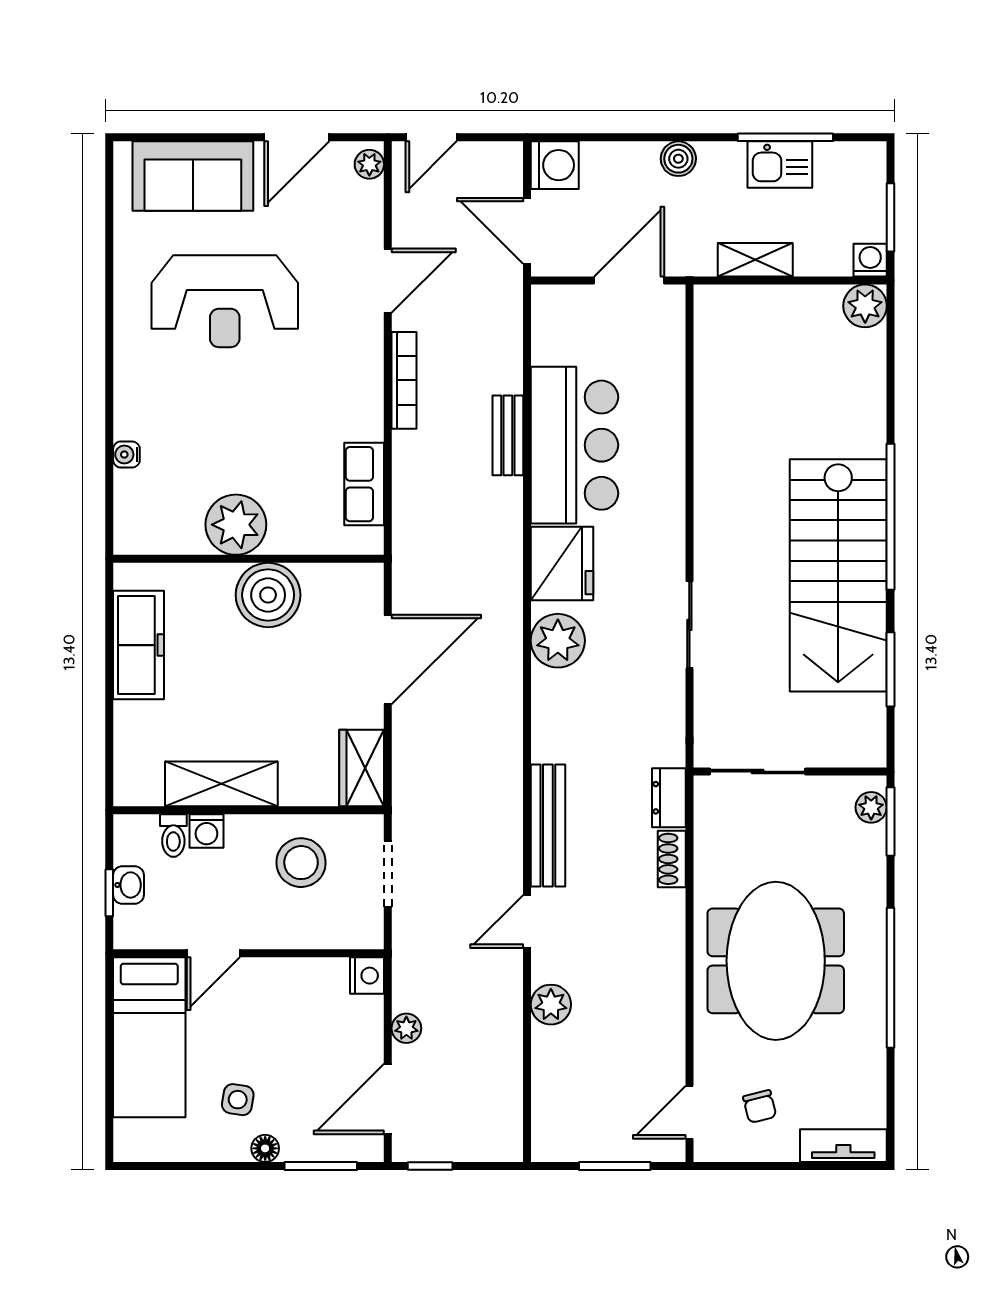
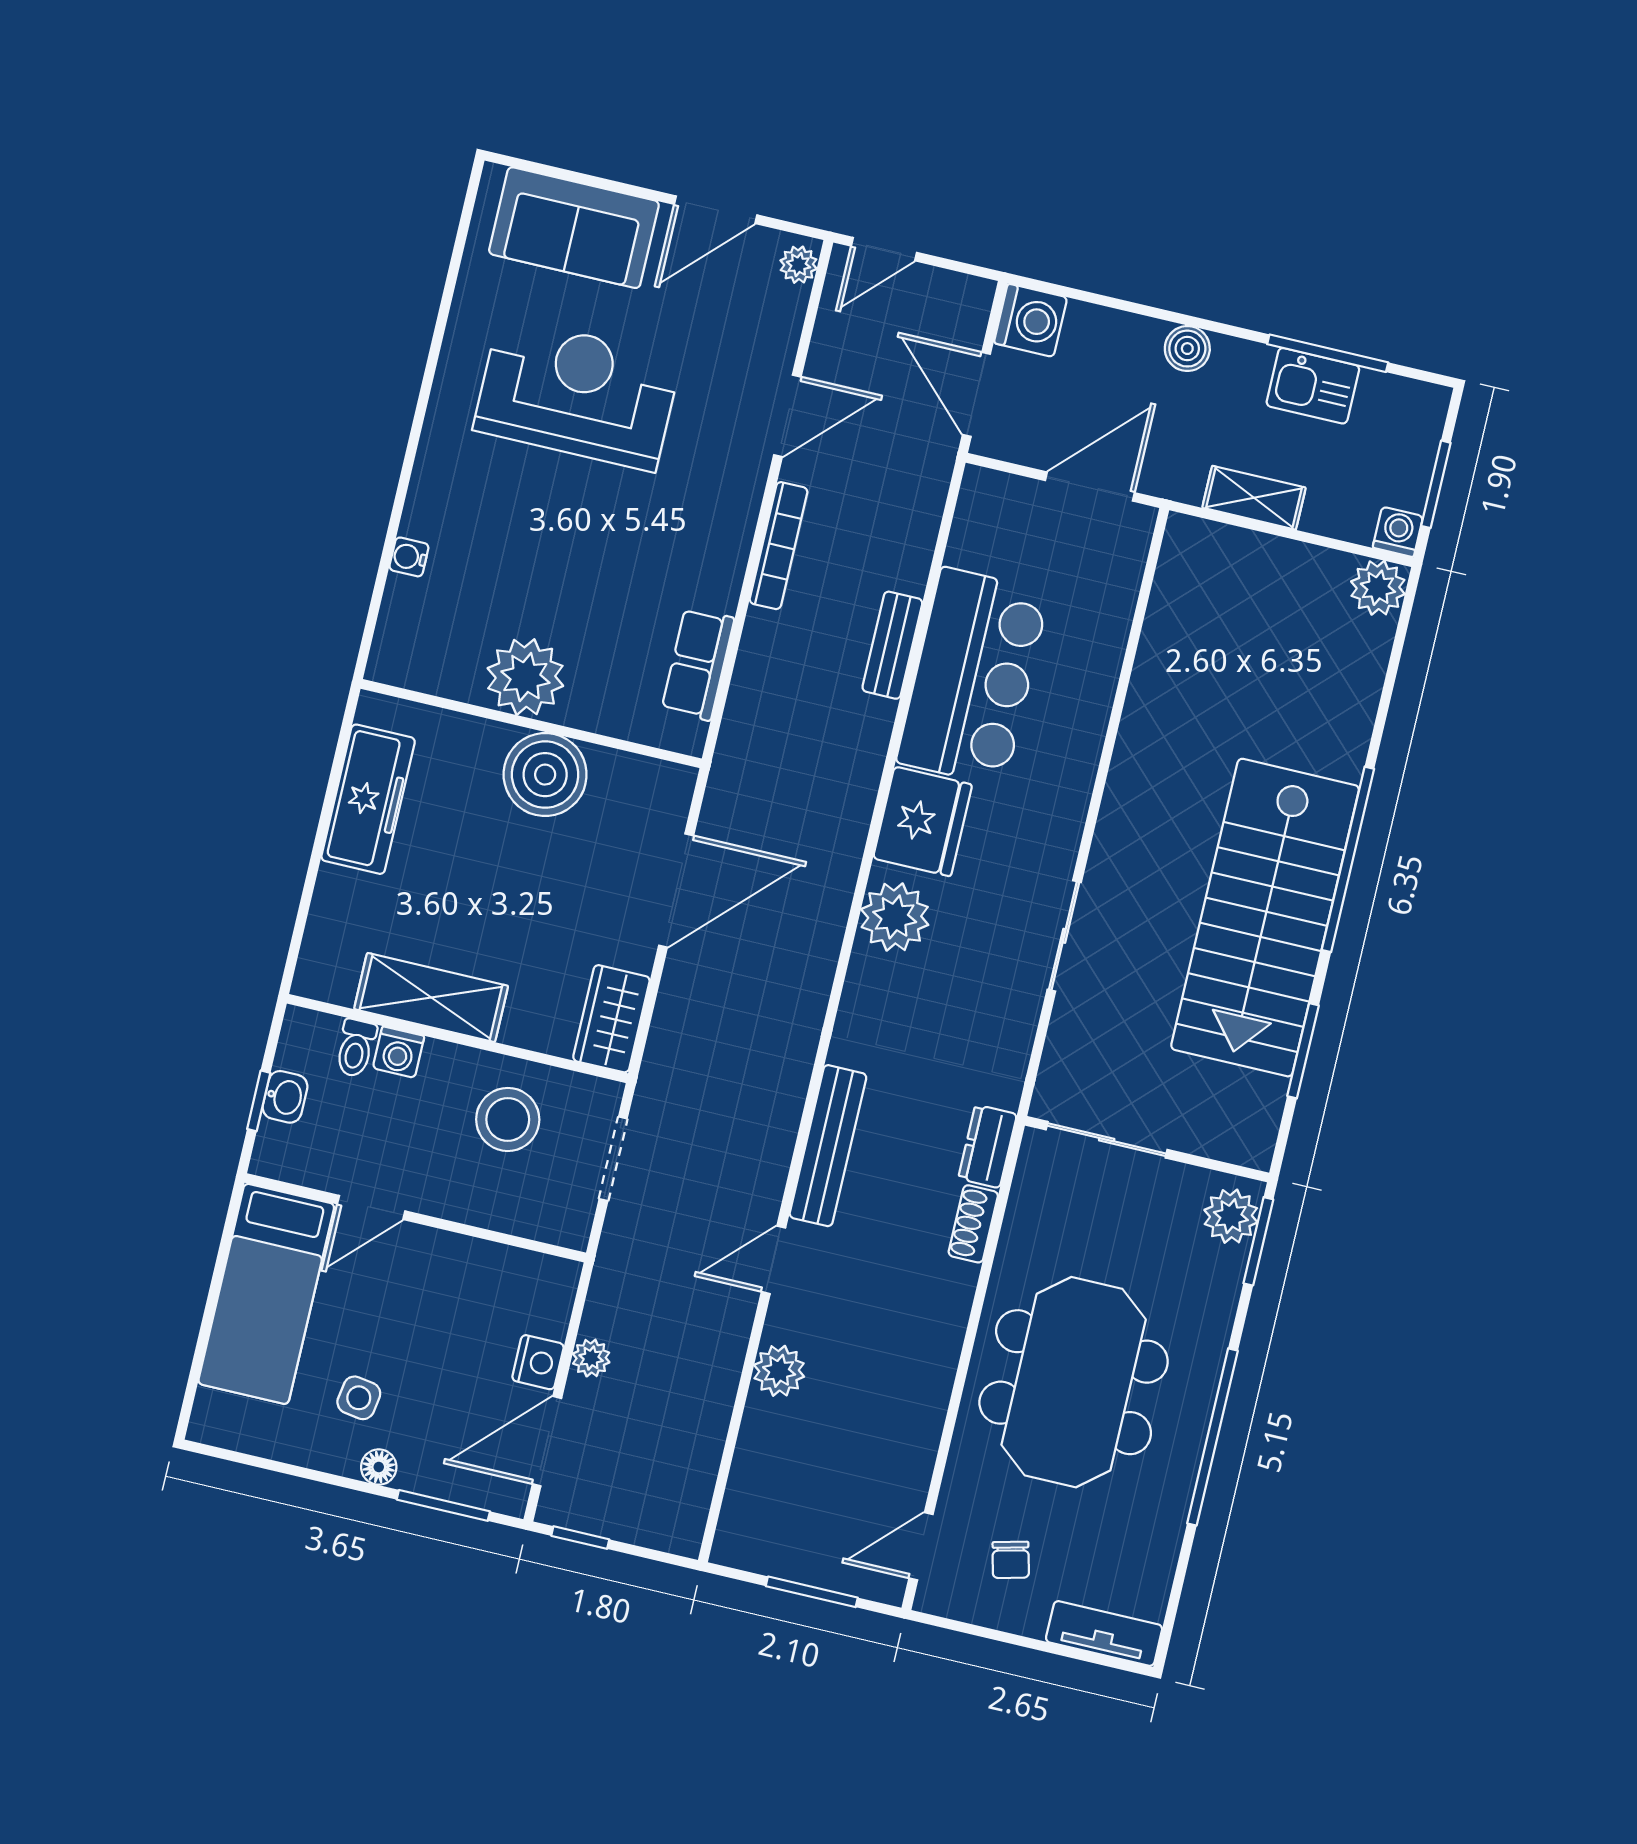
reception desk: (225, 301) -> (577, 394), turned 180
plant: (871, 807) -> (1231, 1216), width x1.38, depth x1.38
nightstand: (367, 976) -> (538, 1362), moved

